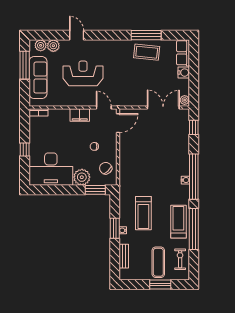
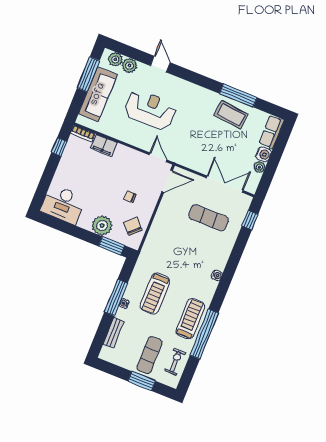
plant: (185, 100) -> (259, 167), moved
filing cabinet: (80, 115) -> (104, 145), moved
exercise mat: (161, 138) -> (209, 218), added
window: (25, 149) -> (59, 147), moved
desk: (51, 169) -> (63, 204), width x0.73, depth x0.77
window: (194, 177) -> (228, 275), removed
window: (115, 228) -> (116, 297), width x1.44

